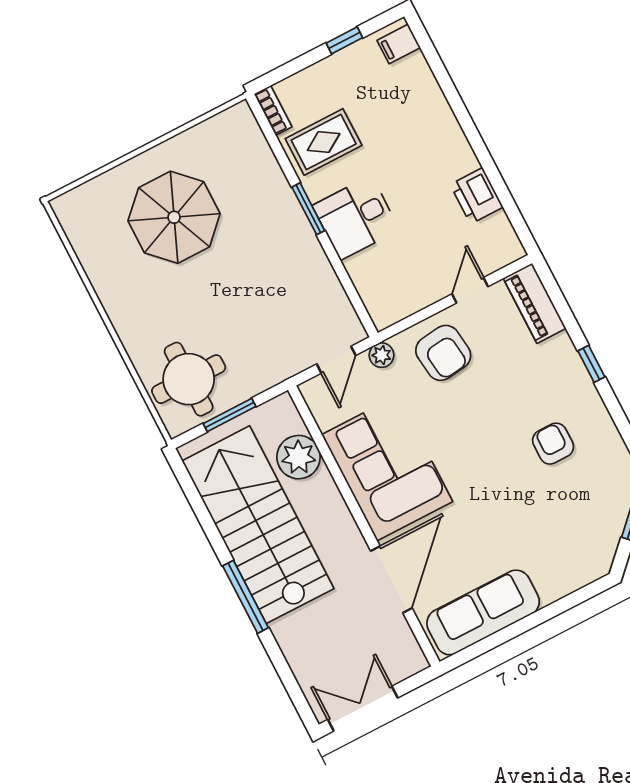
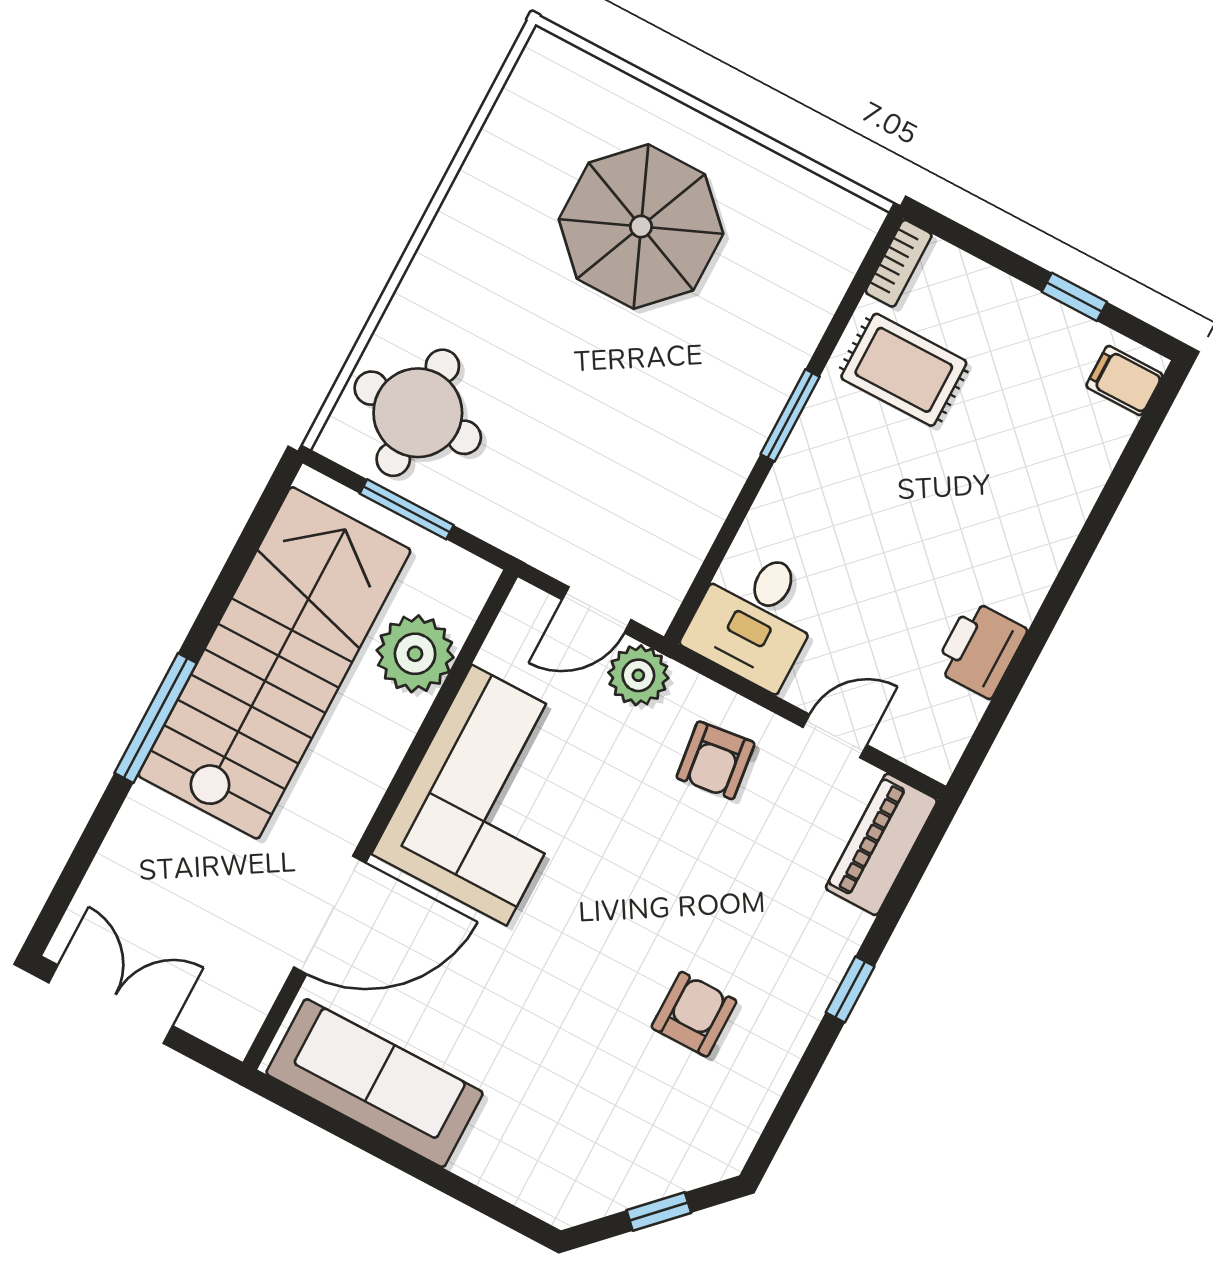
desk: (356, 218) -> (755, 617), moved, turned -90
armchair: (443, 353) -> (716, 760), width x0.72, depth x0.72
plant: (382, 355) -> (638, 675), width x1.38, depth x1.38

